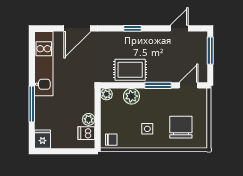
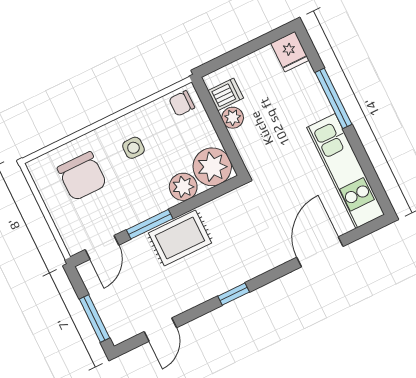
rug: (130, 70) -> (180, 238), moved
plant: (106, 94) -> (212, 167), width x1.88, depth x1.88

